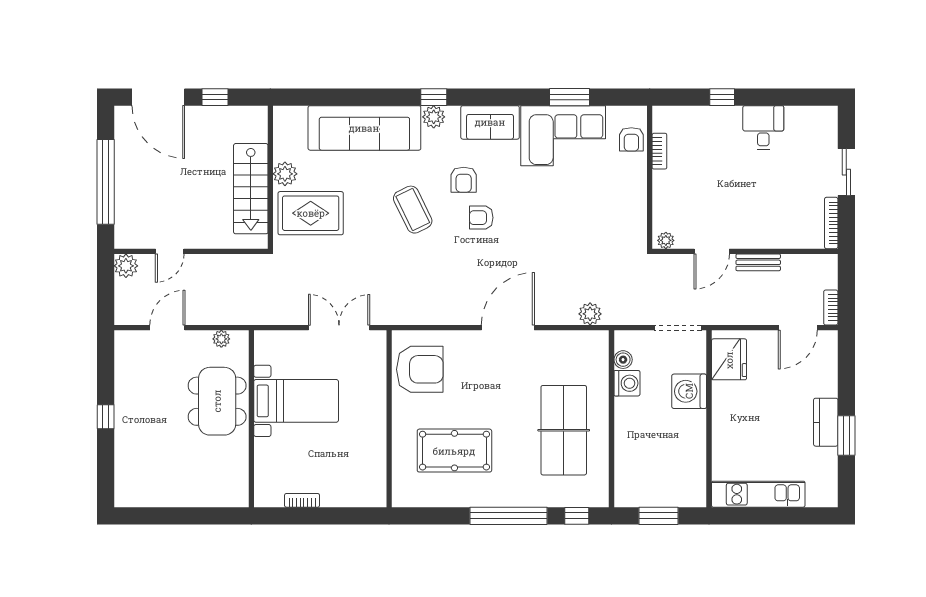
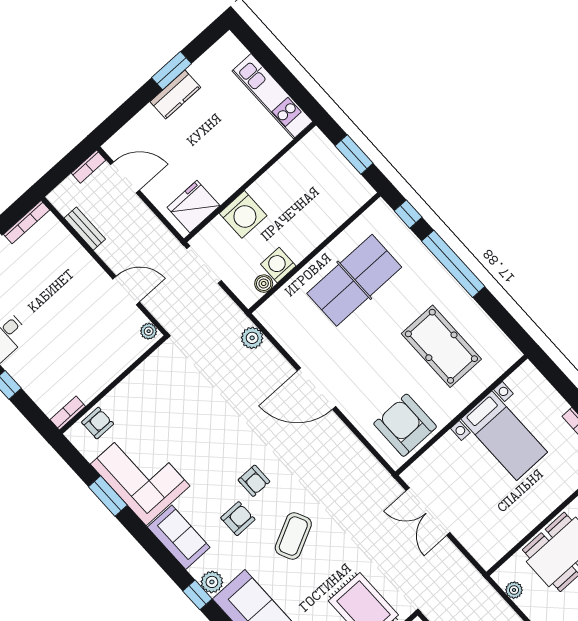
bookcase: (659, 151) -> (68, 413), moved
bench: (758, 262) -> (85, 229), moved
bed with nightstands: (296, 401) -> (504, 436), moved, turned 180

